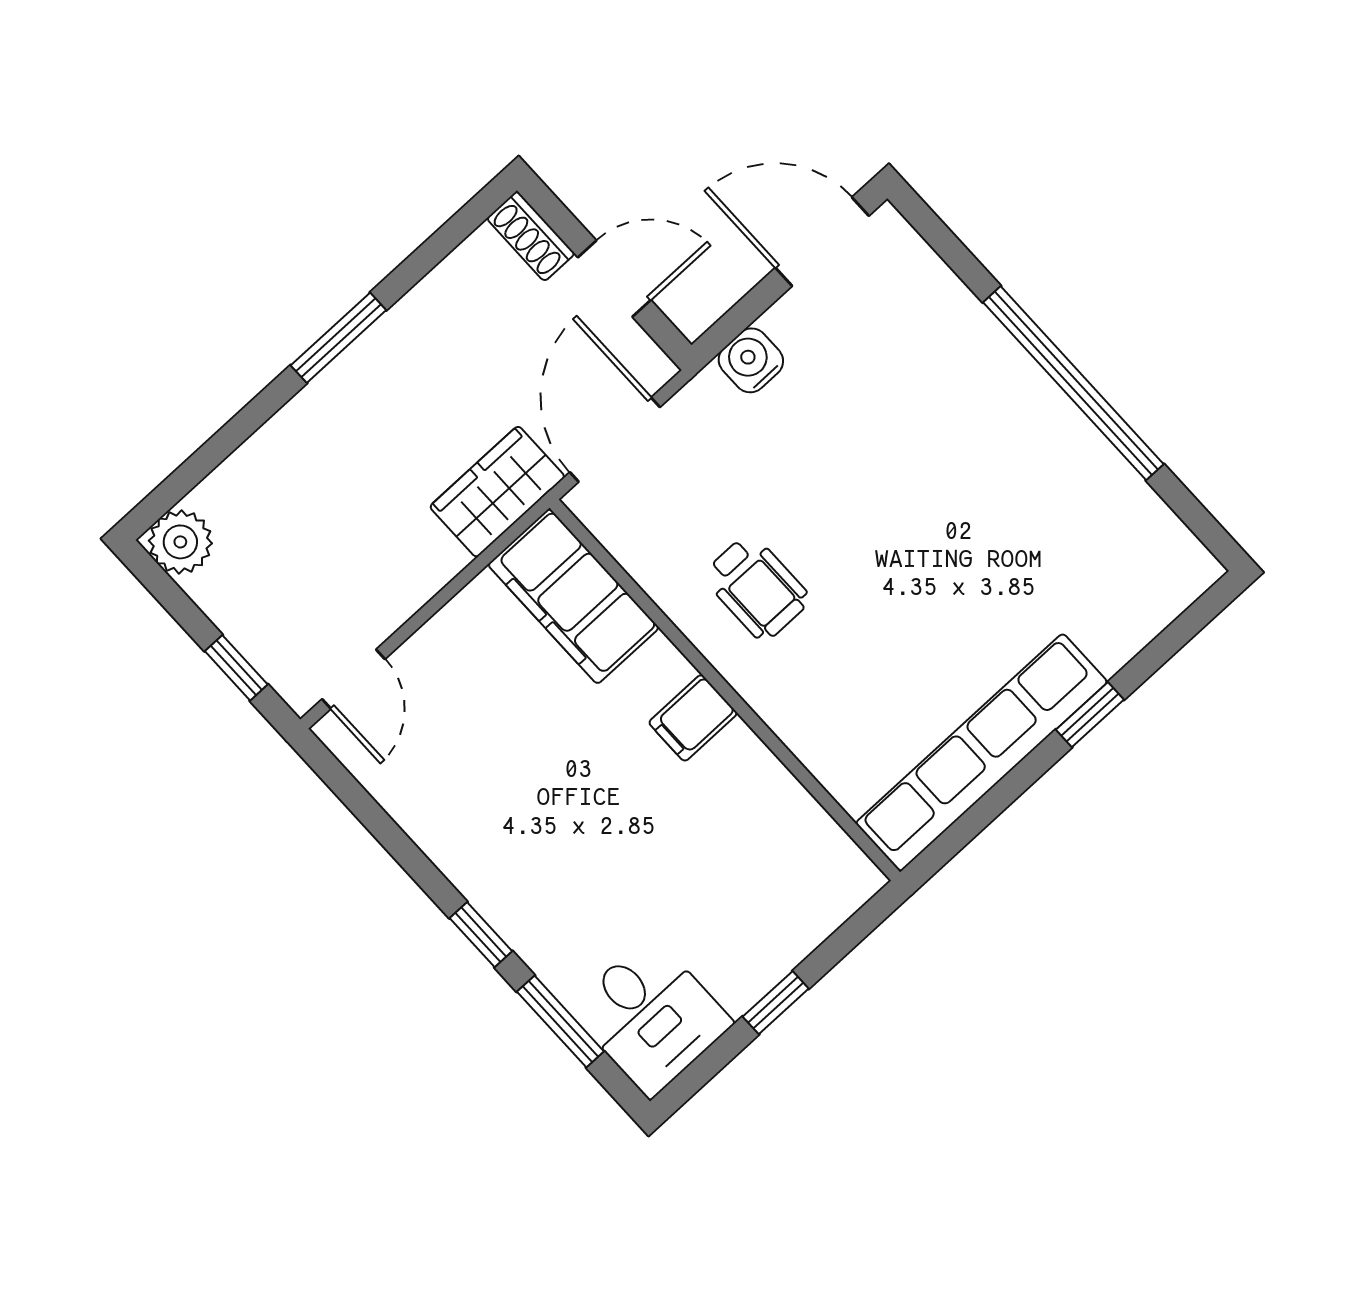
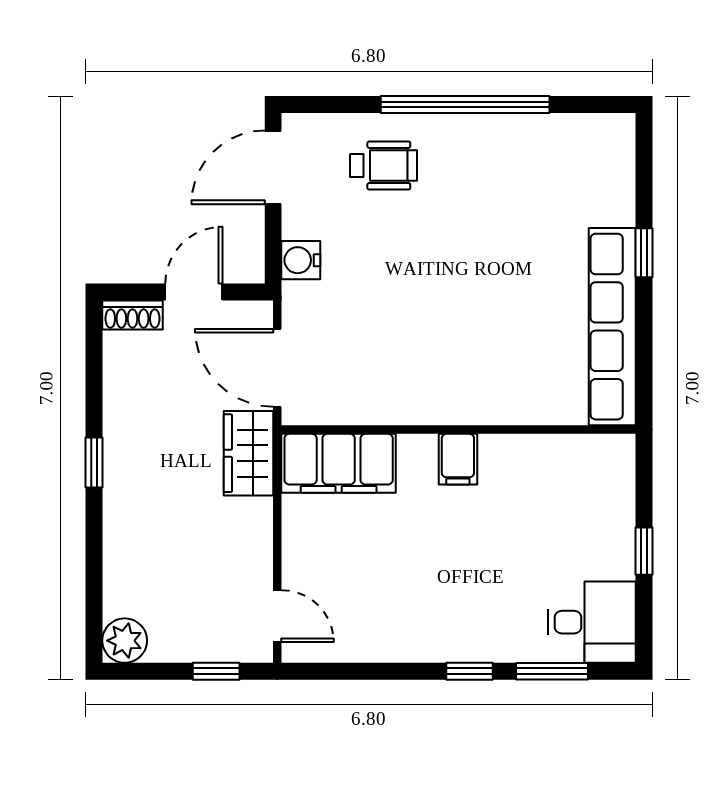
window: (338, 338) -> (94, 462), width x0.67
wheelchair: (757, 588) -> (384, 165), moved

